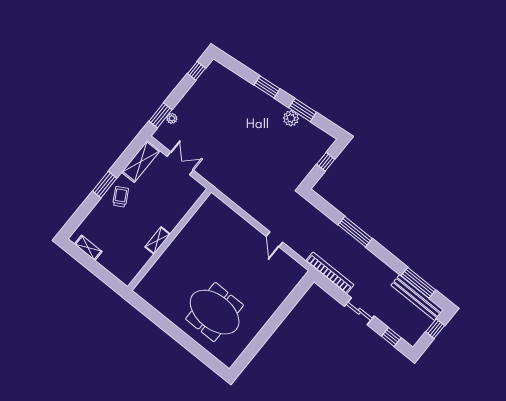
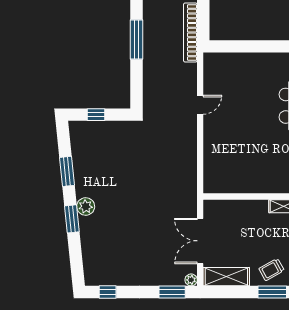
plant: (172, 118) -> (191, 280), moved
plant: (291, 118) -> (86, 206), moved
double door: (180, 163) -> (200, 241), width x1.37

